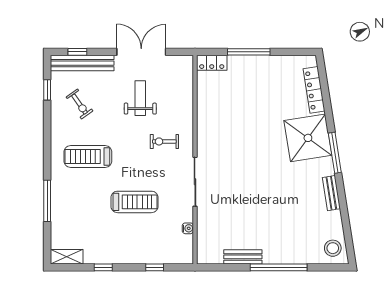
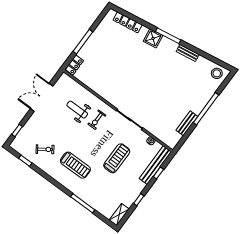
bench: (82, 63) -> (155, 165), moved
weight bench: (140, 98) -> (77, 110), moved
shower: (308, 138) -> (153, 38), width x0.54, depth x0.54
treadmill: (88, 157) -> (75, 165), turned -90

